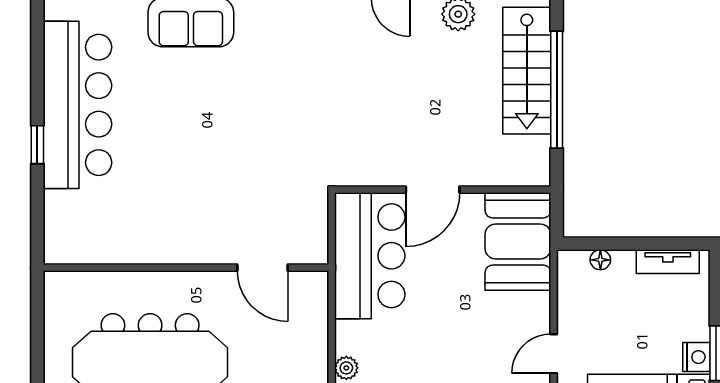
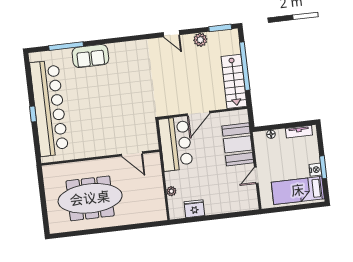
stairs: (527, 71) -> (234, 81), moved
bar counter: (78, 105) -> (49, 108), width x1.36
booth: (518, 241) -> (238, 144), moved

